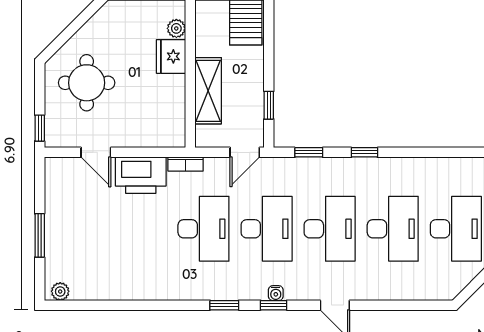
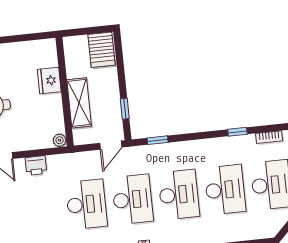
plant: (176, 28) -> (60, 140), moved
window: (364, 152) -> (237, 132), moved
bookcase: (186, 164) -> (269, 137), moved
printer: (141, 175) -> (36, 166), width x0.53, depth x0.68

